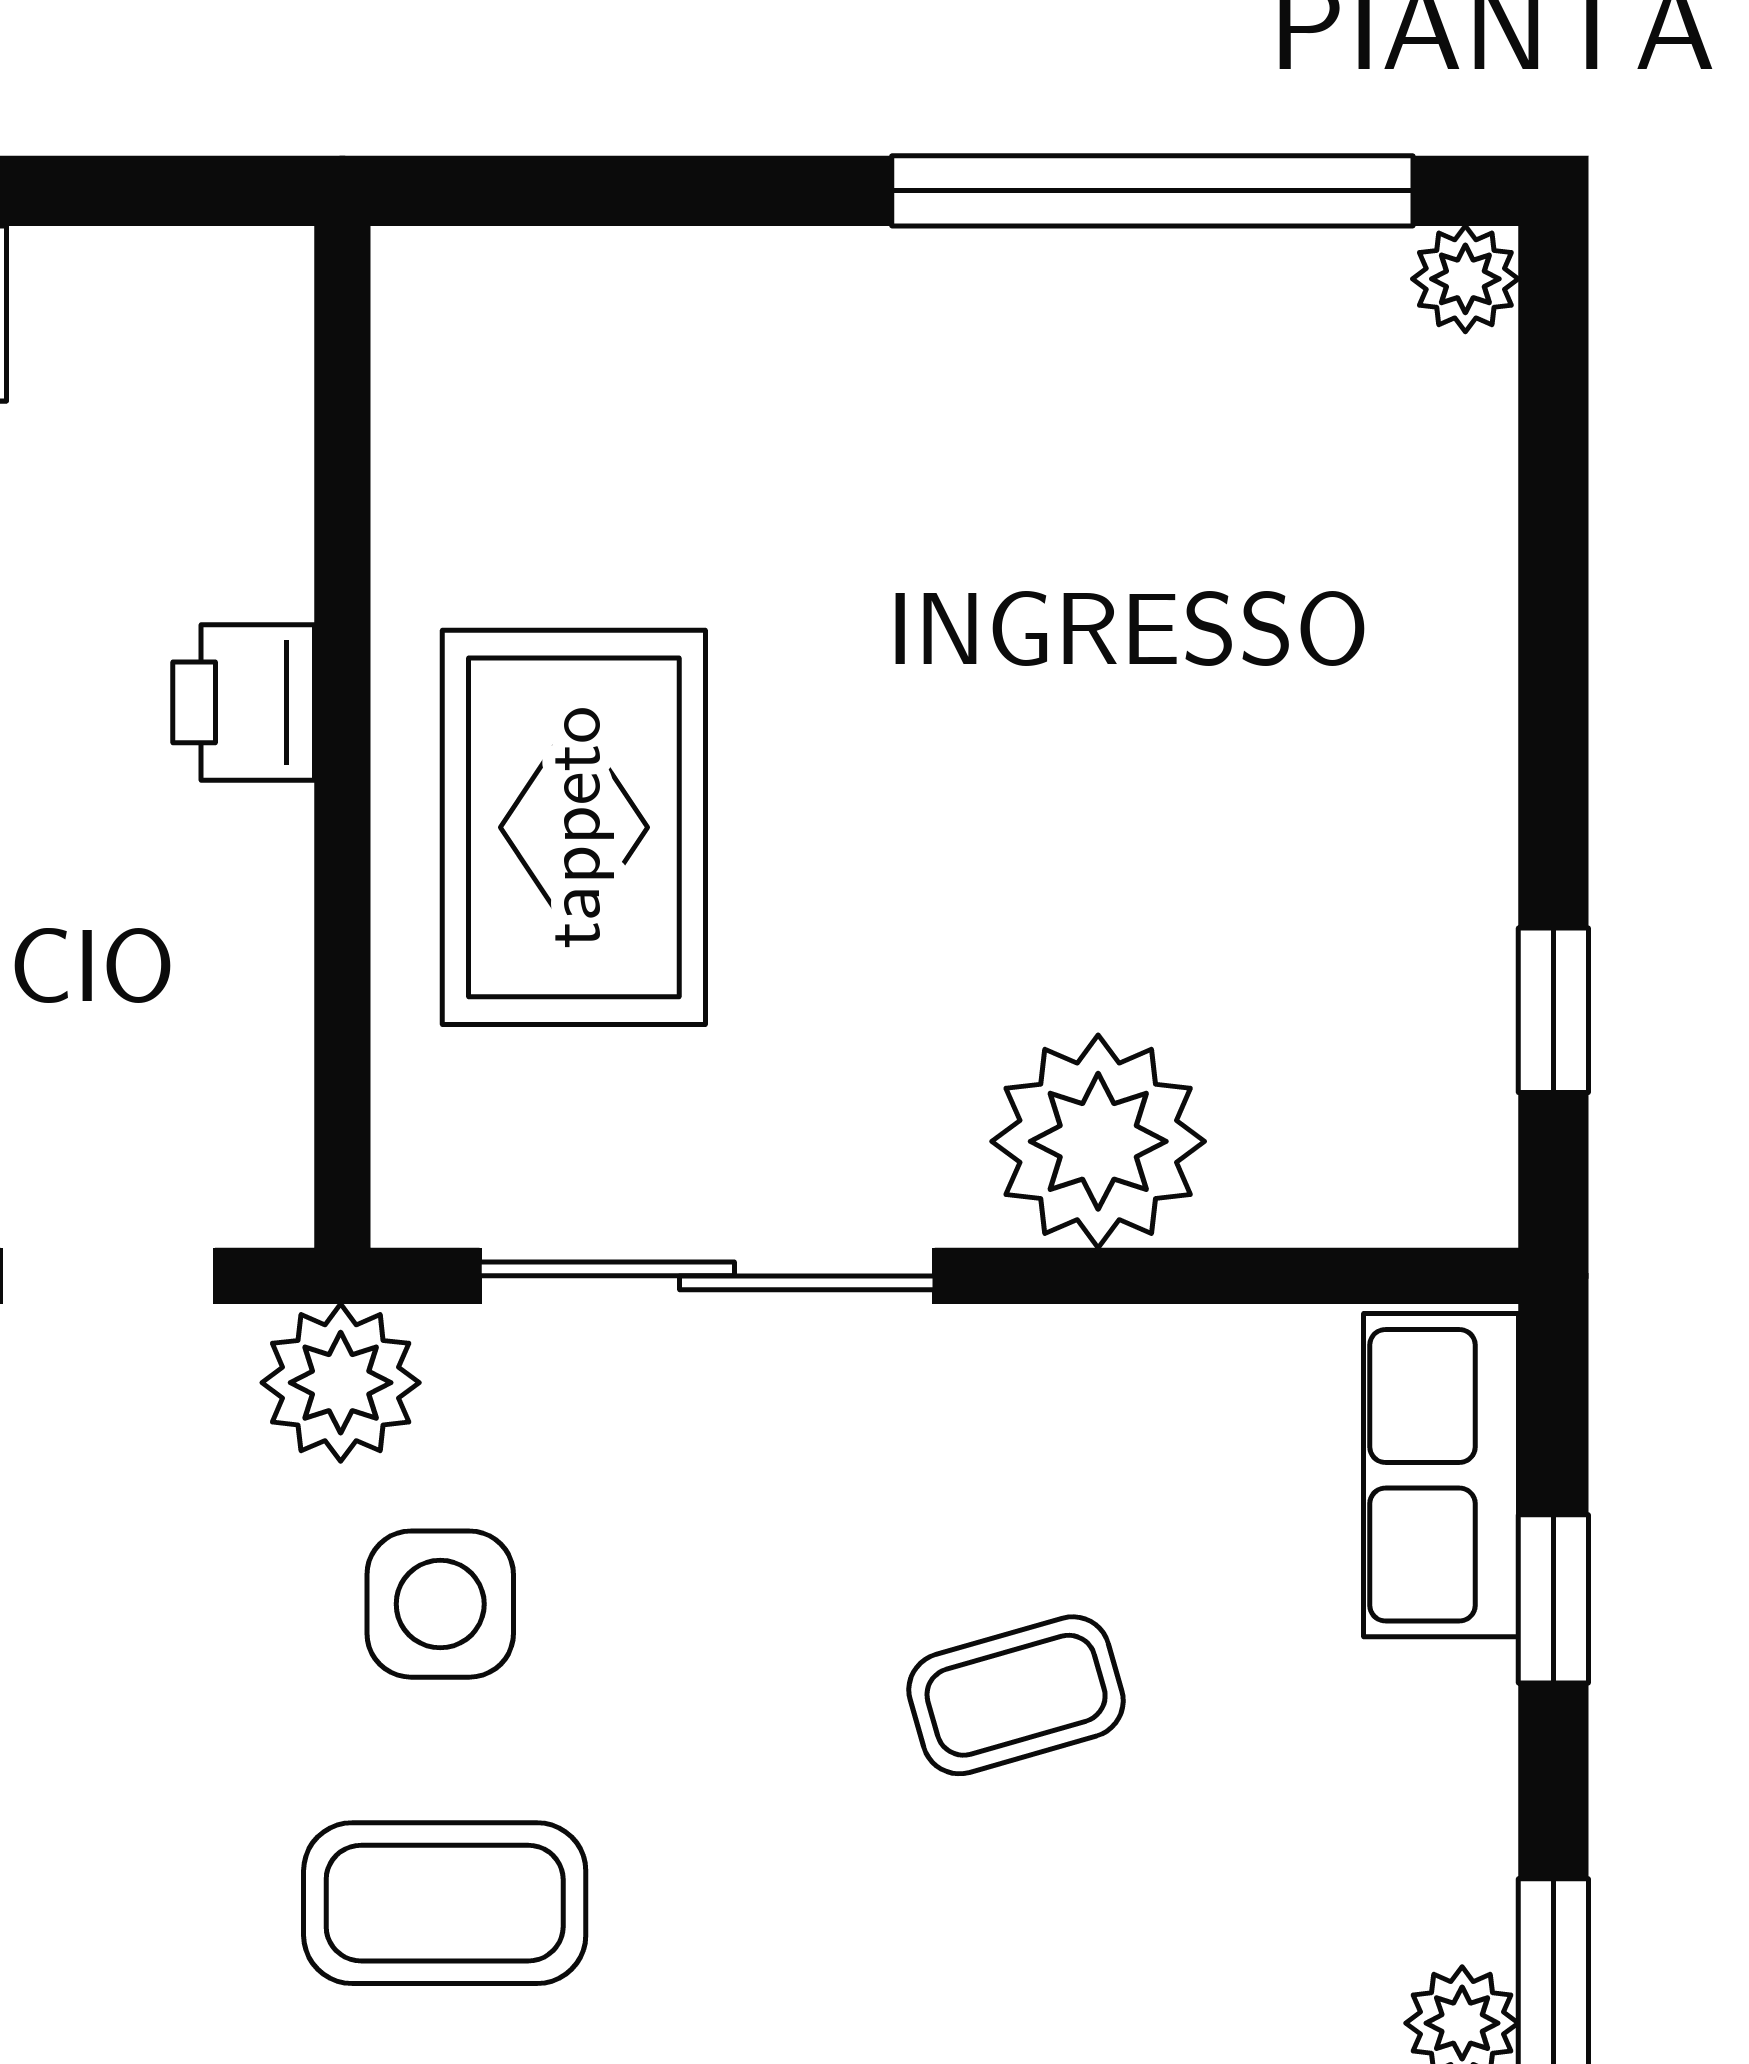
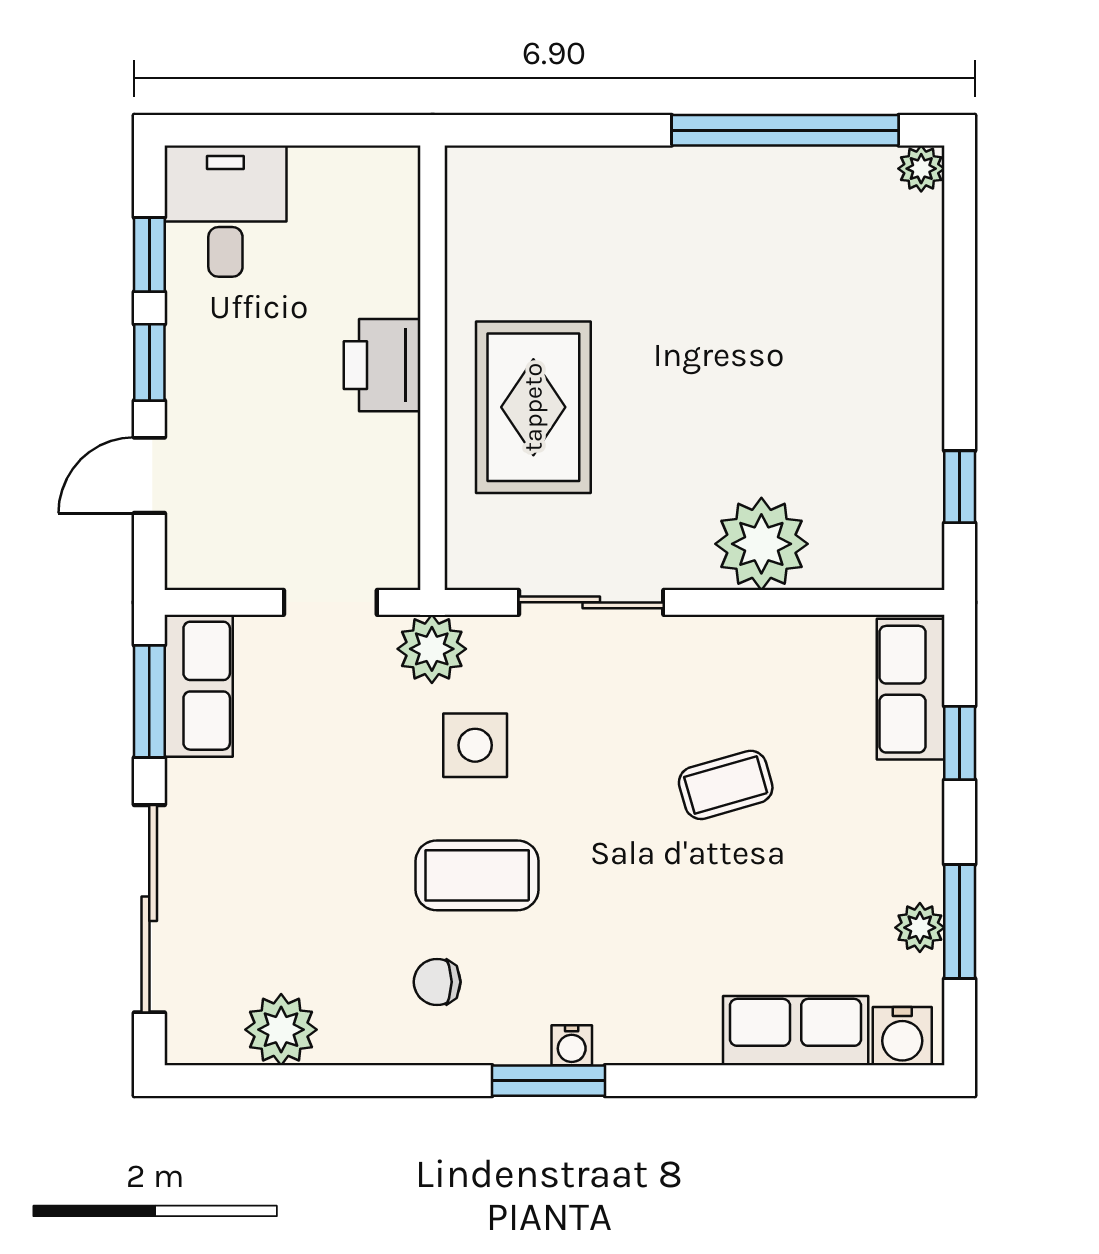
printer: (244, 702) -> (382, 365), width x1.36, depth x1.24
sliding door: (707, 1276) -> (591, 602), width x0.73

